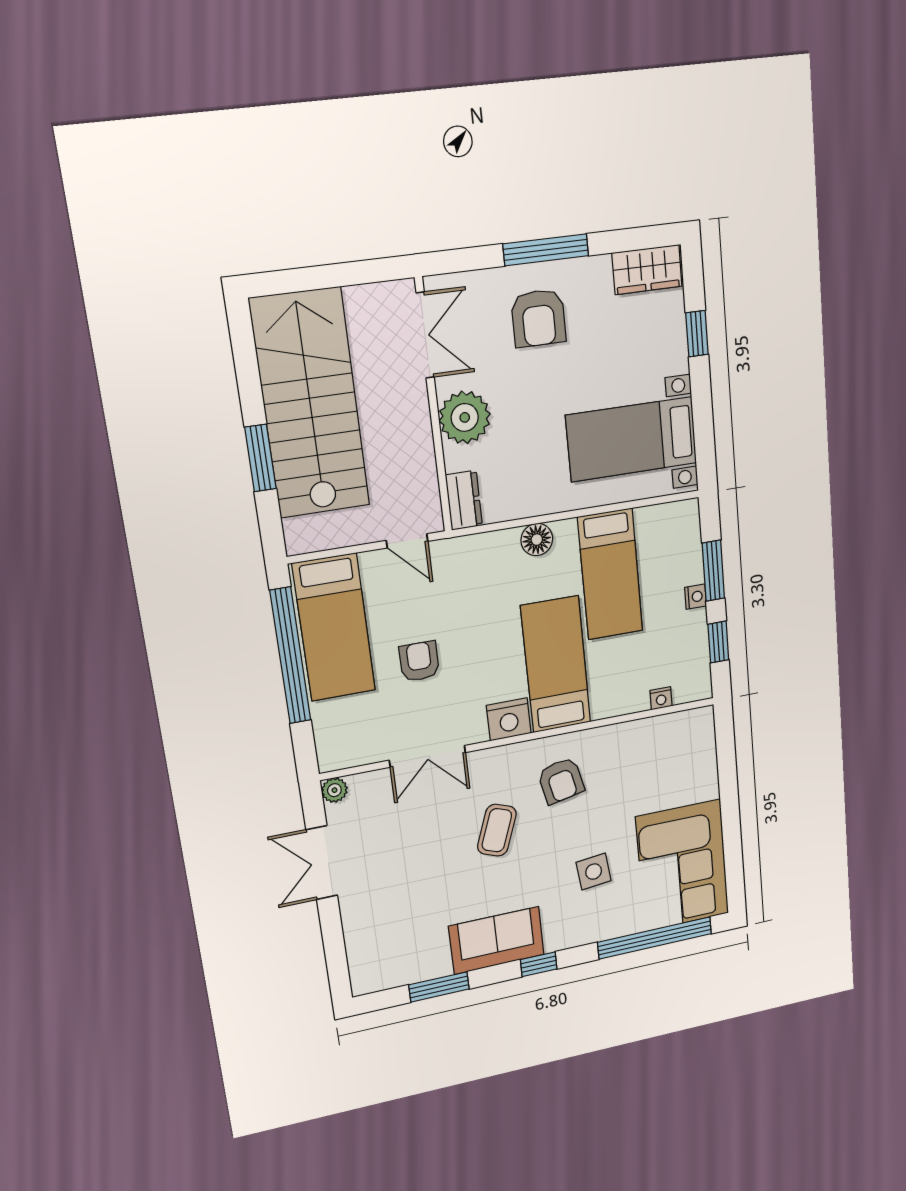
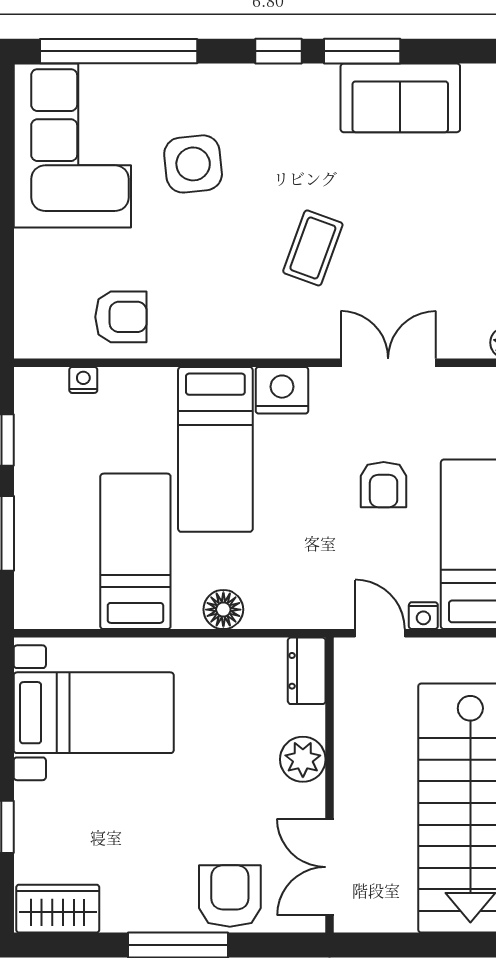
armchair: (538, 318) -> (230, 896), moved
plant: (465, 417) -> (303, 759), width x0.73, depth x0.73
nightstand: (696, 597) -> (423, 616), moved, turned -90
armchair: (561, 781) -> (121, 317), moved, turned 102
side table: (594, 872) -> (193, 164), width x1.37, depth x1.37
sofa: (497, 940) -> (400, 98), moved
window: (439, 987) -> (362, 51), moved

